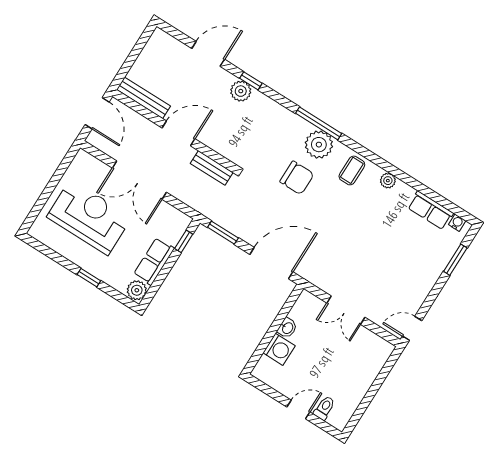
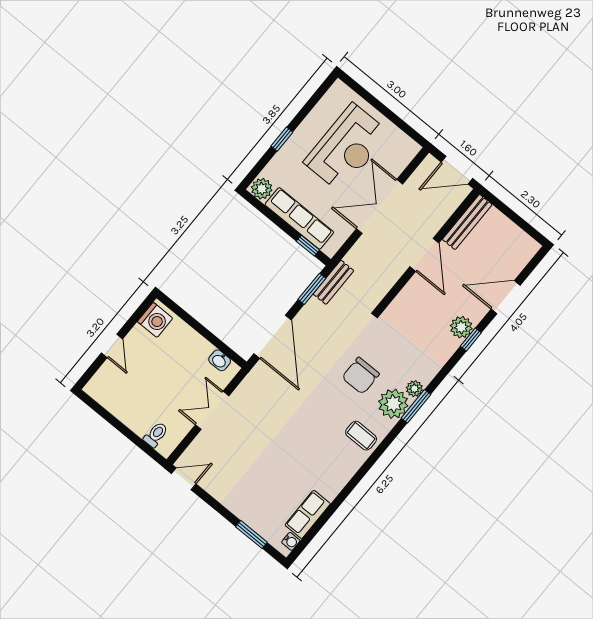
door: (208, 54) -> (506, 297), swing flipped
window: (319, 123) -> (416, 406), width x0.69
bench: (212, 168) -> (333, 282), moved
plant: (388, 181) -> (414, 389), moved
row of seats: (154, 261) -> (299, 218), width x1.48
washbasin: (287, 328) -> (220, 360), moved
door: (412, 328) -> (184, 479), hinge flipped
washing machine: (279, 349) -> (155, 320), moved, turned -90
toilet: (324, 408) -> (156, 435), moved, turned -90

